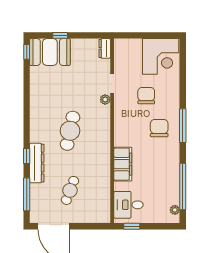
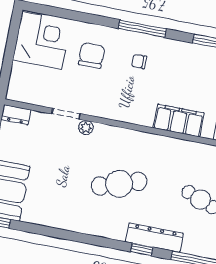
chair: (146, 96) -> (92, 55), moved, turned 90
chair: (159, 128) -> (139, 61), width x0.54, depth x0.54
cafe table: (70, 131) -> (119, 184), turned -30

